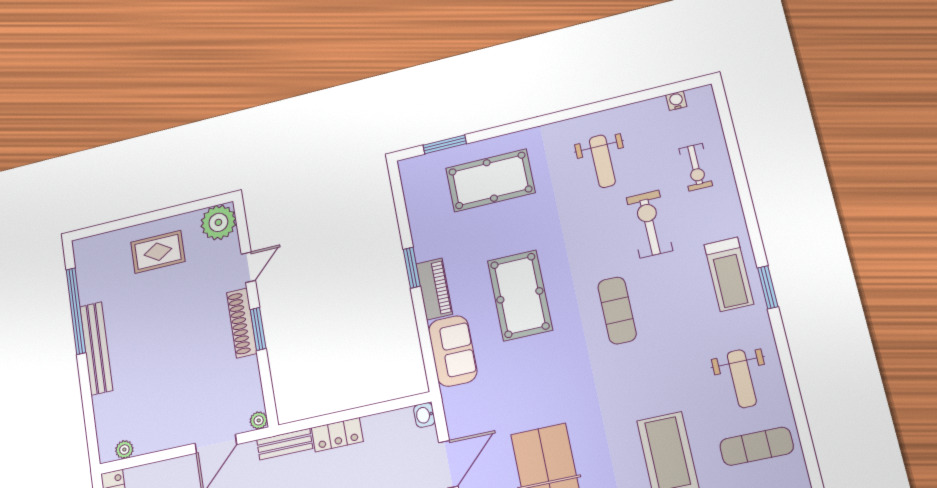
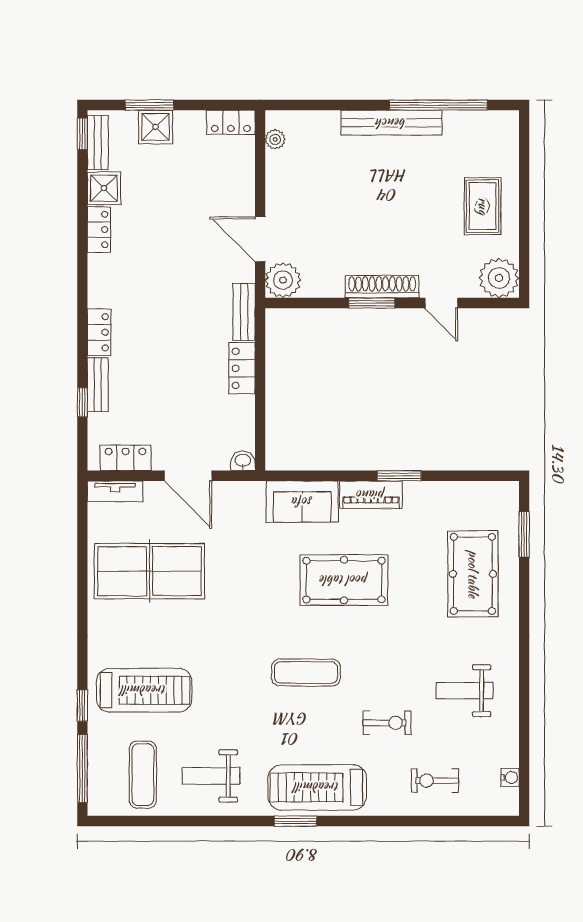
exercise bike: (649, 224) -> (387, 723), width x0.73, depth x0.72
treadmill: (729, 274) -> (317, 787), width x1.37, depth x1.38
plant: (259, 420) -> (283, 280), width x1.88, depth x1.88

